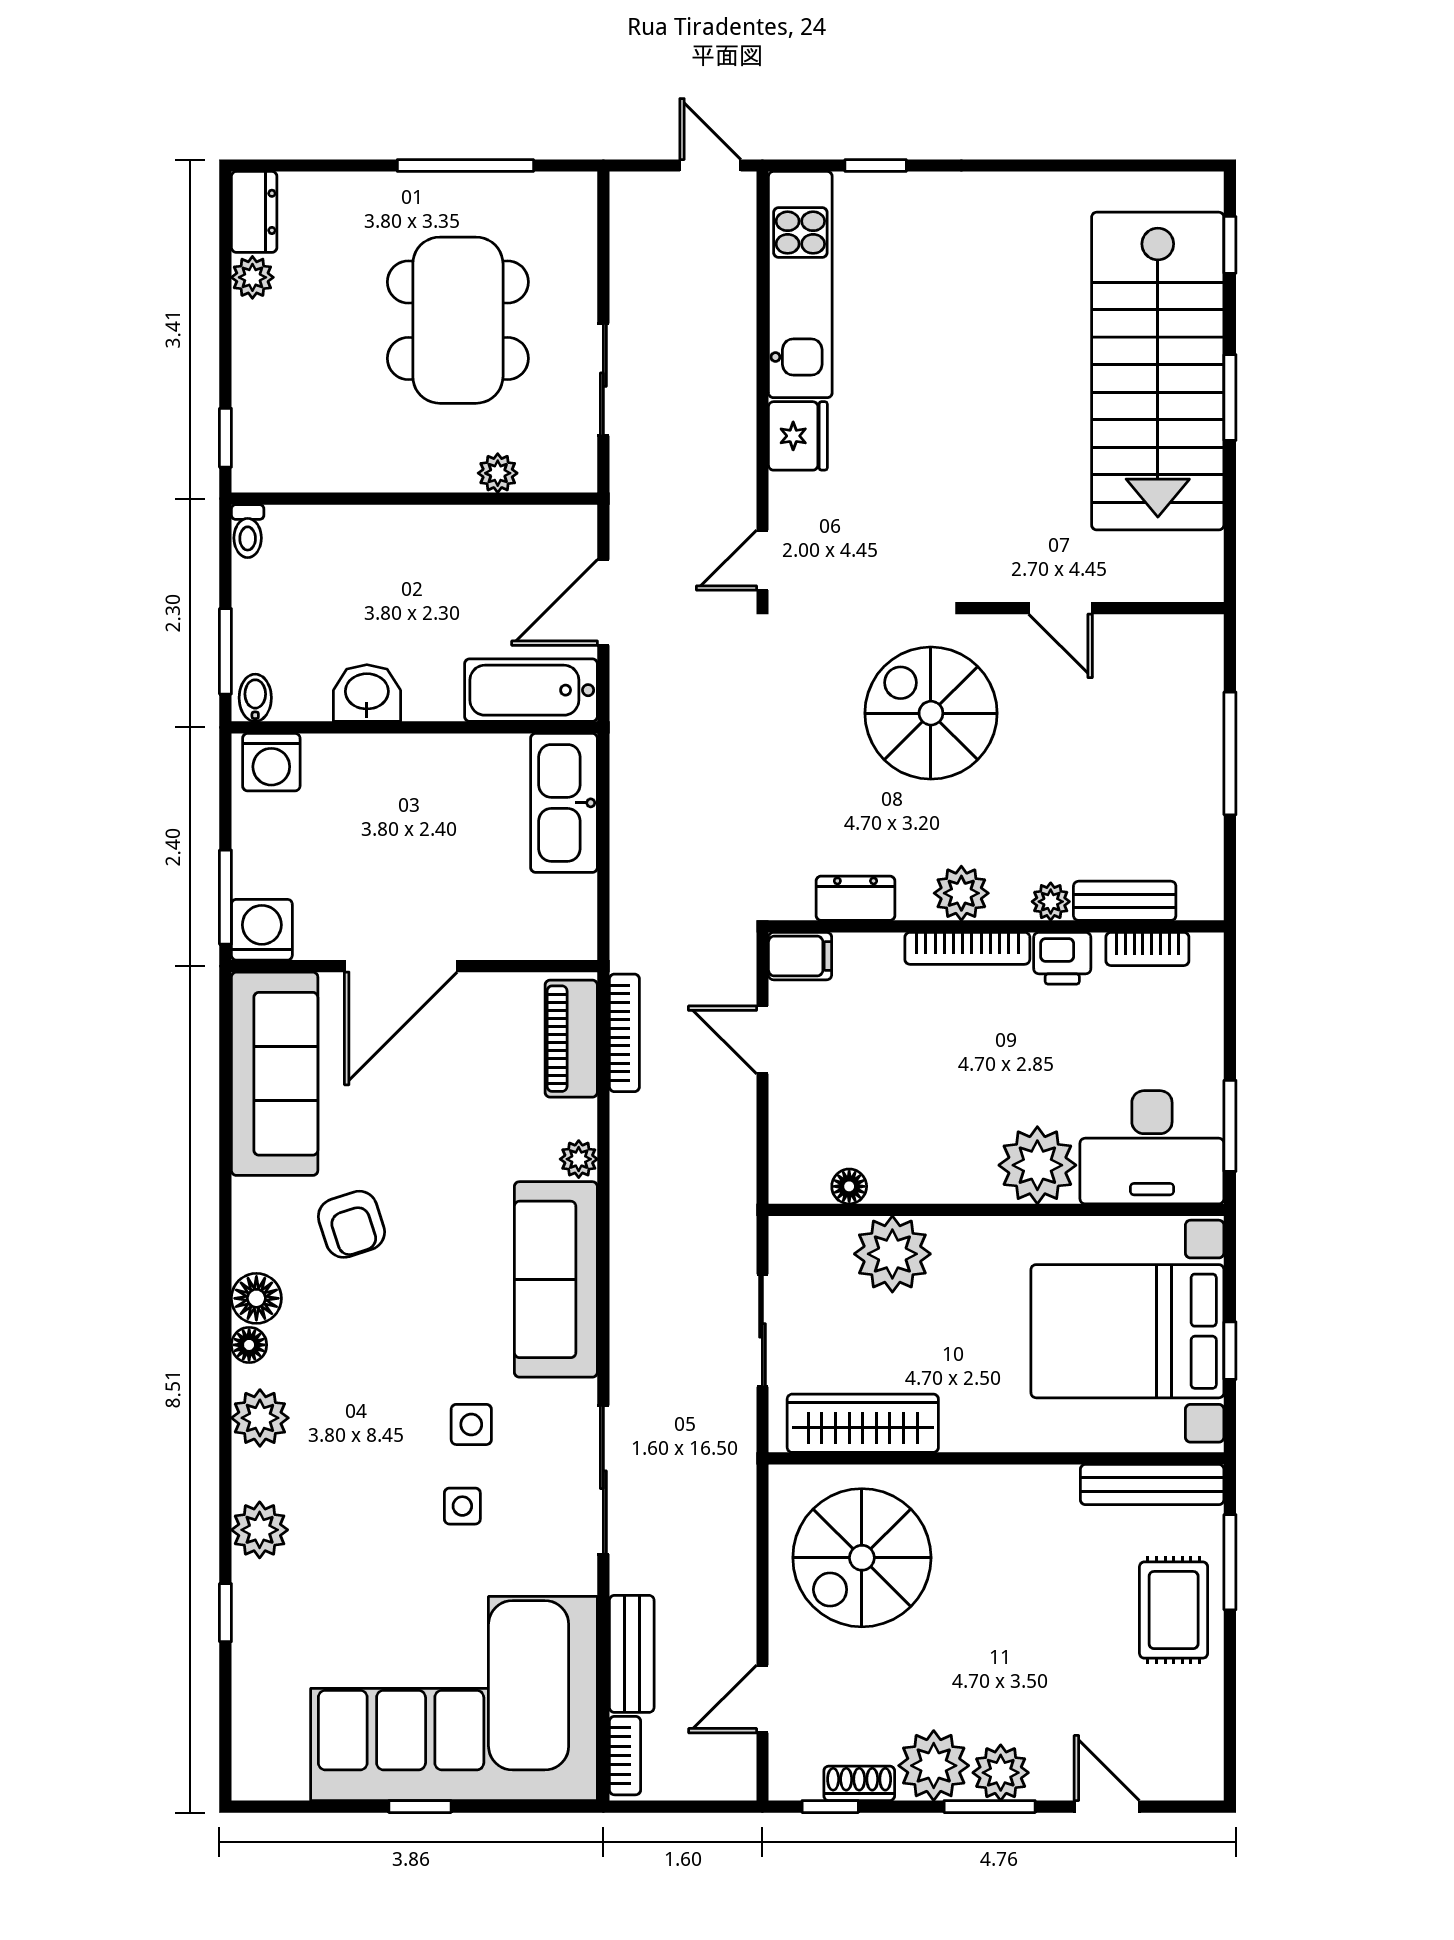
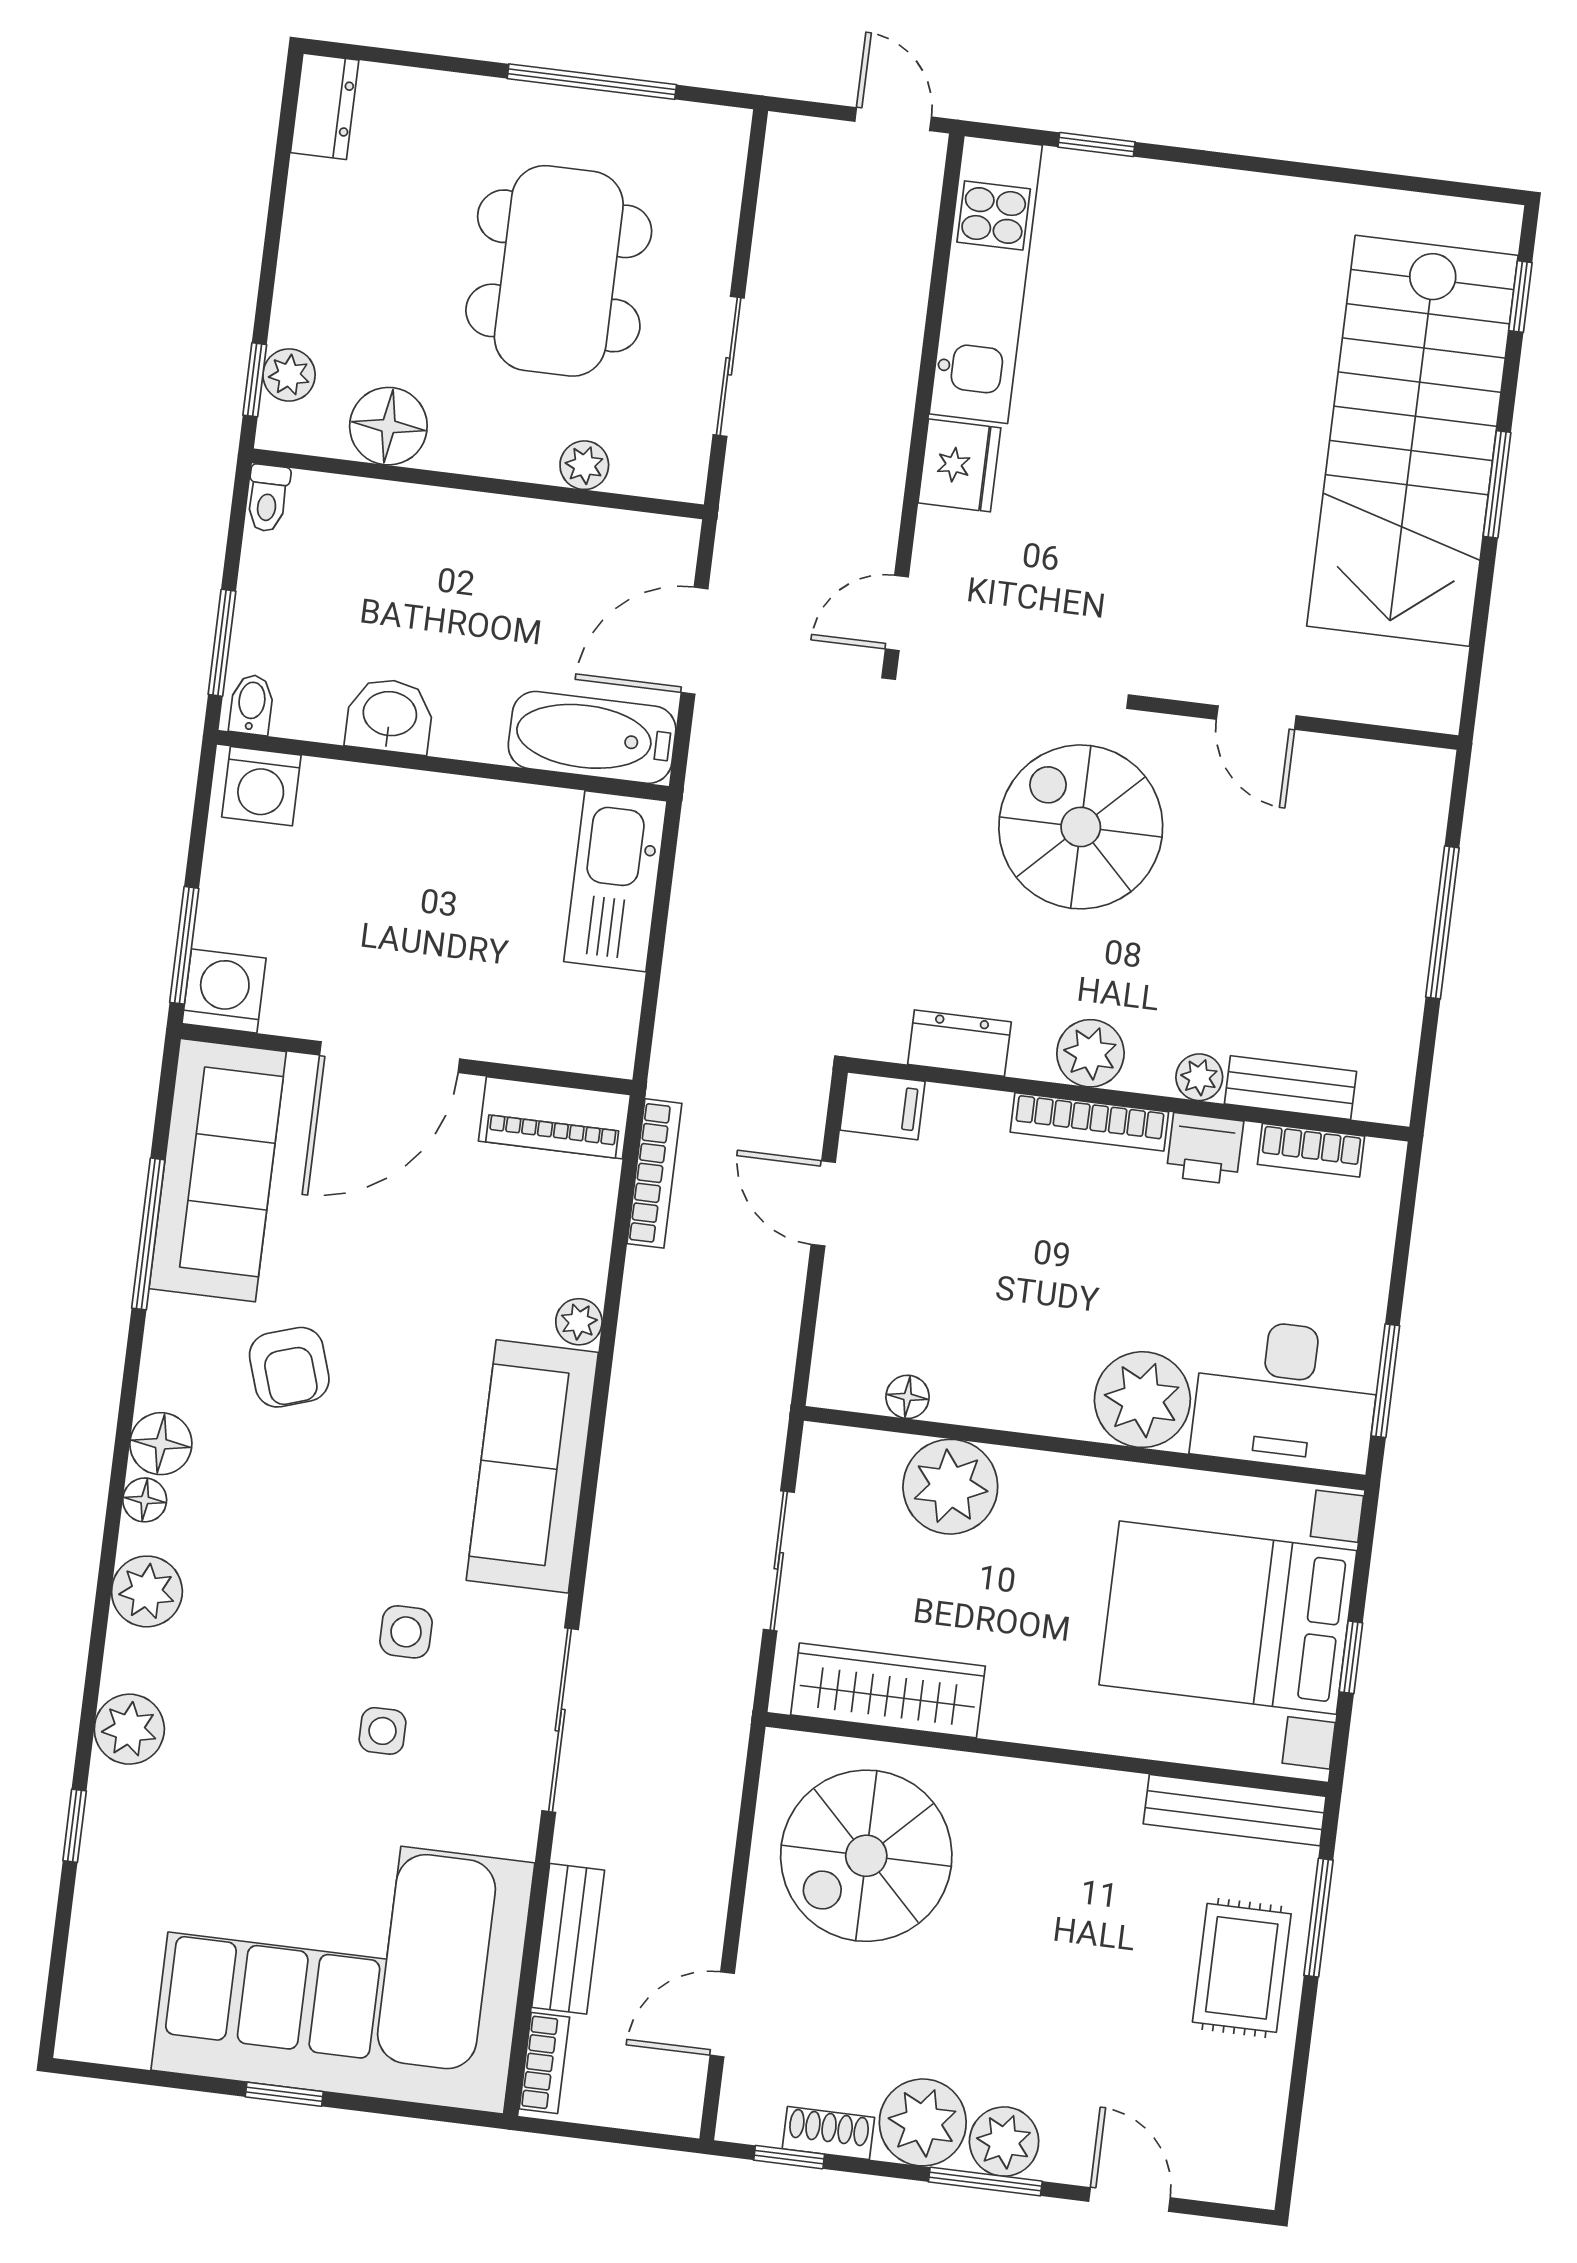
plant: (252, 277) -> (289, 375), moved
floor lamp: (337, 461) -> (388, 426), added
piano: (571, 1039) -> (554, 1118), moved, turned -90
window: (225, 1132) -> (148, 1234), added

